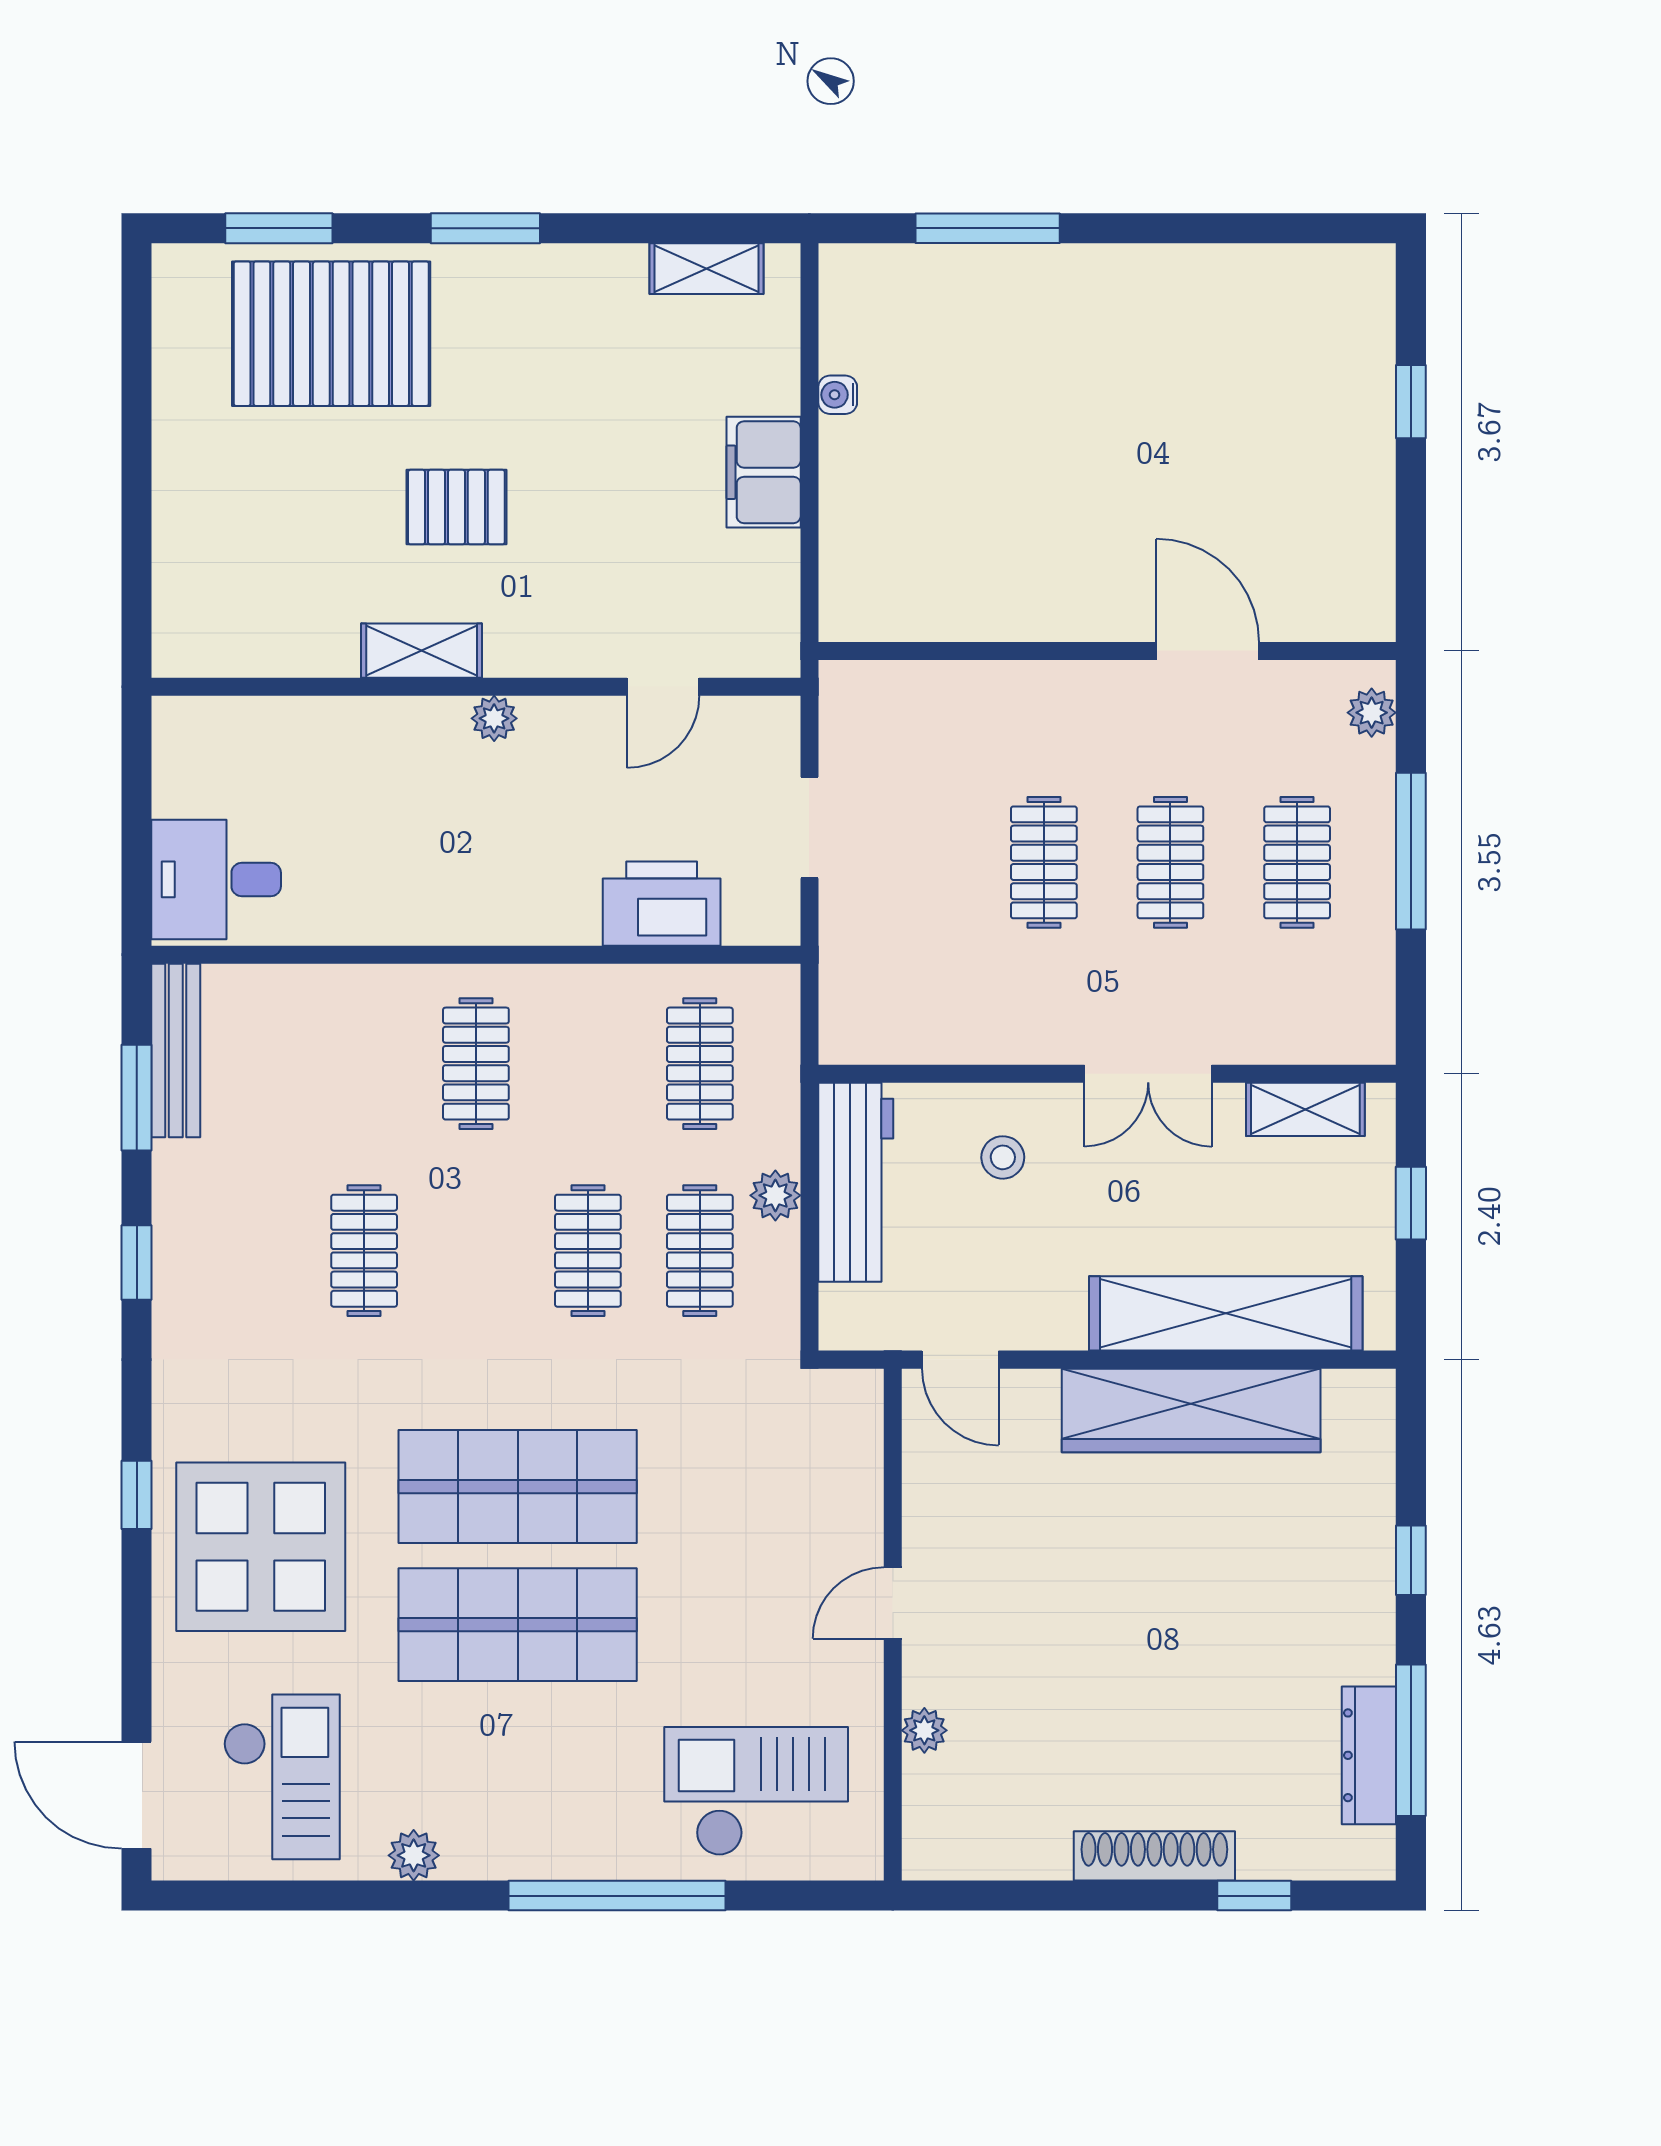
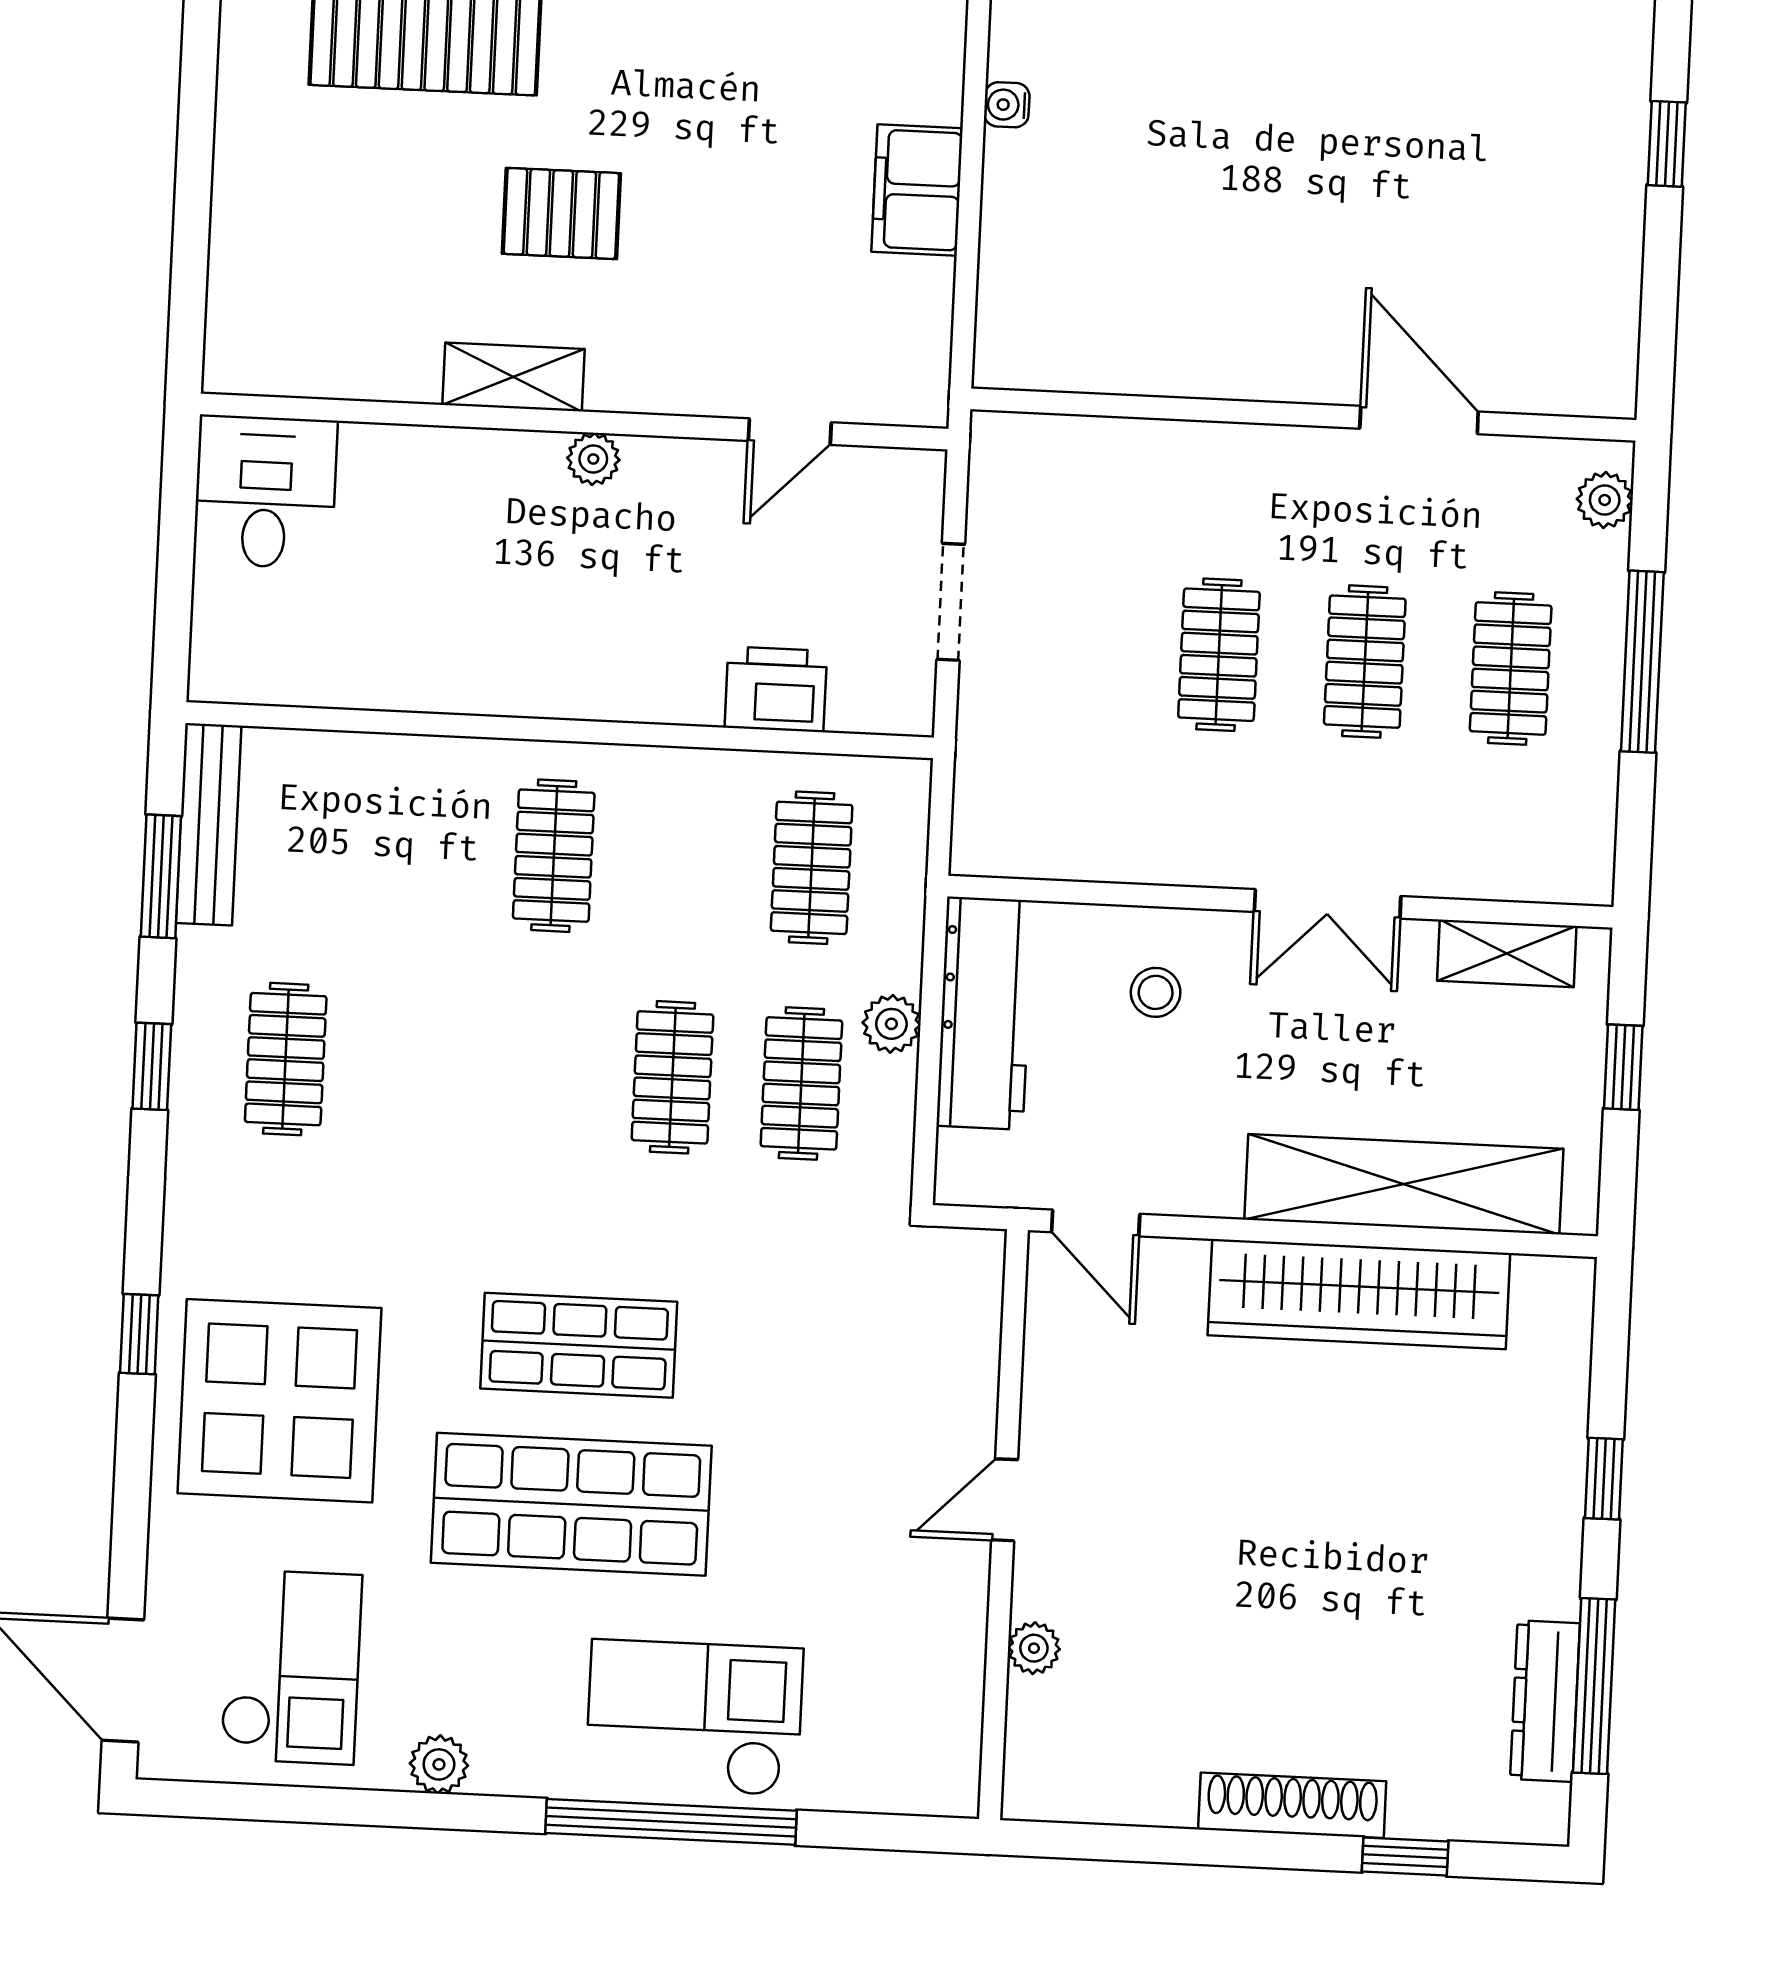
desk: (216, 879) -> (265, 492), moved, turned 90
printer: (662, 904) -> (776, 689), width x0.73, depth x0.84
clothes rail: (364, 1251) -> (286, 1059), moved
shop shelf: (518, 1487) -> (579, 1345), width x0.70, depth x0.74
checkout: (756, 1791) -> (694, 1718), moved

